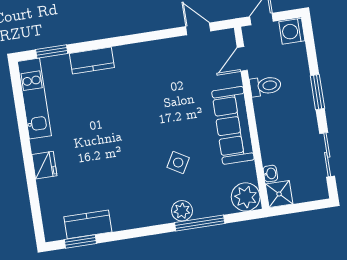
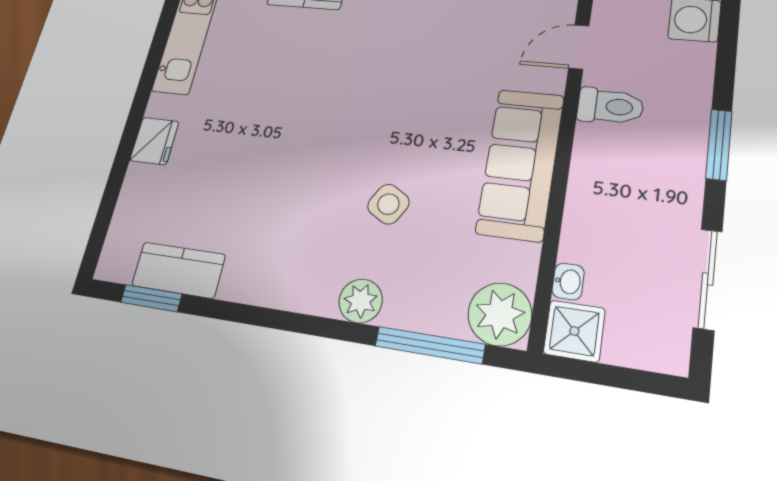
window: (200, 223) -> (430, 345), moved

